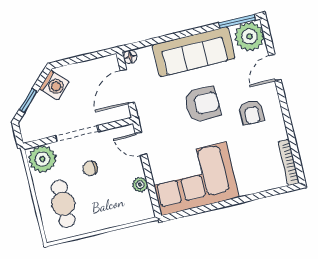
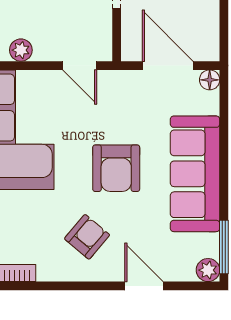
plant: (249, 36) -> (208, 270), width x0.53, depth x0.53
armchair: (252, 112) -> (87, 237), turned 130
door: (141, 144) -> (80, 66), swing flipped

